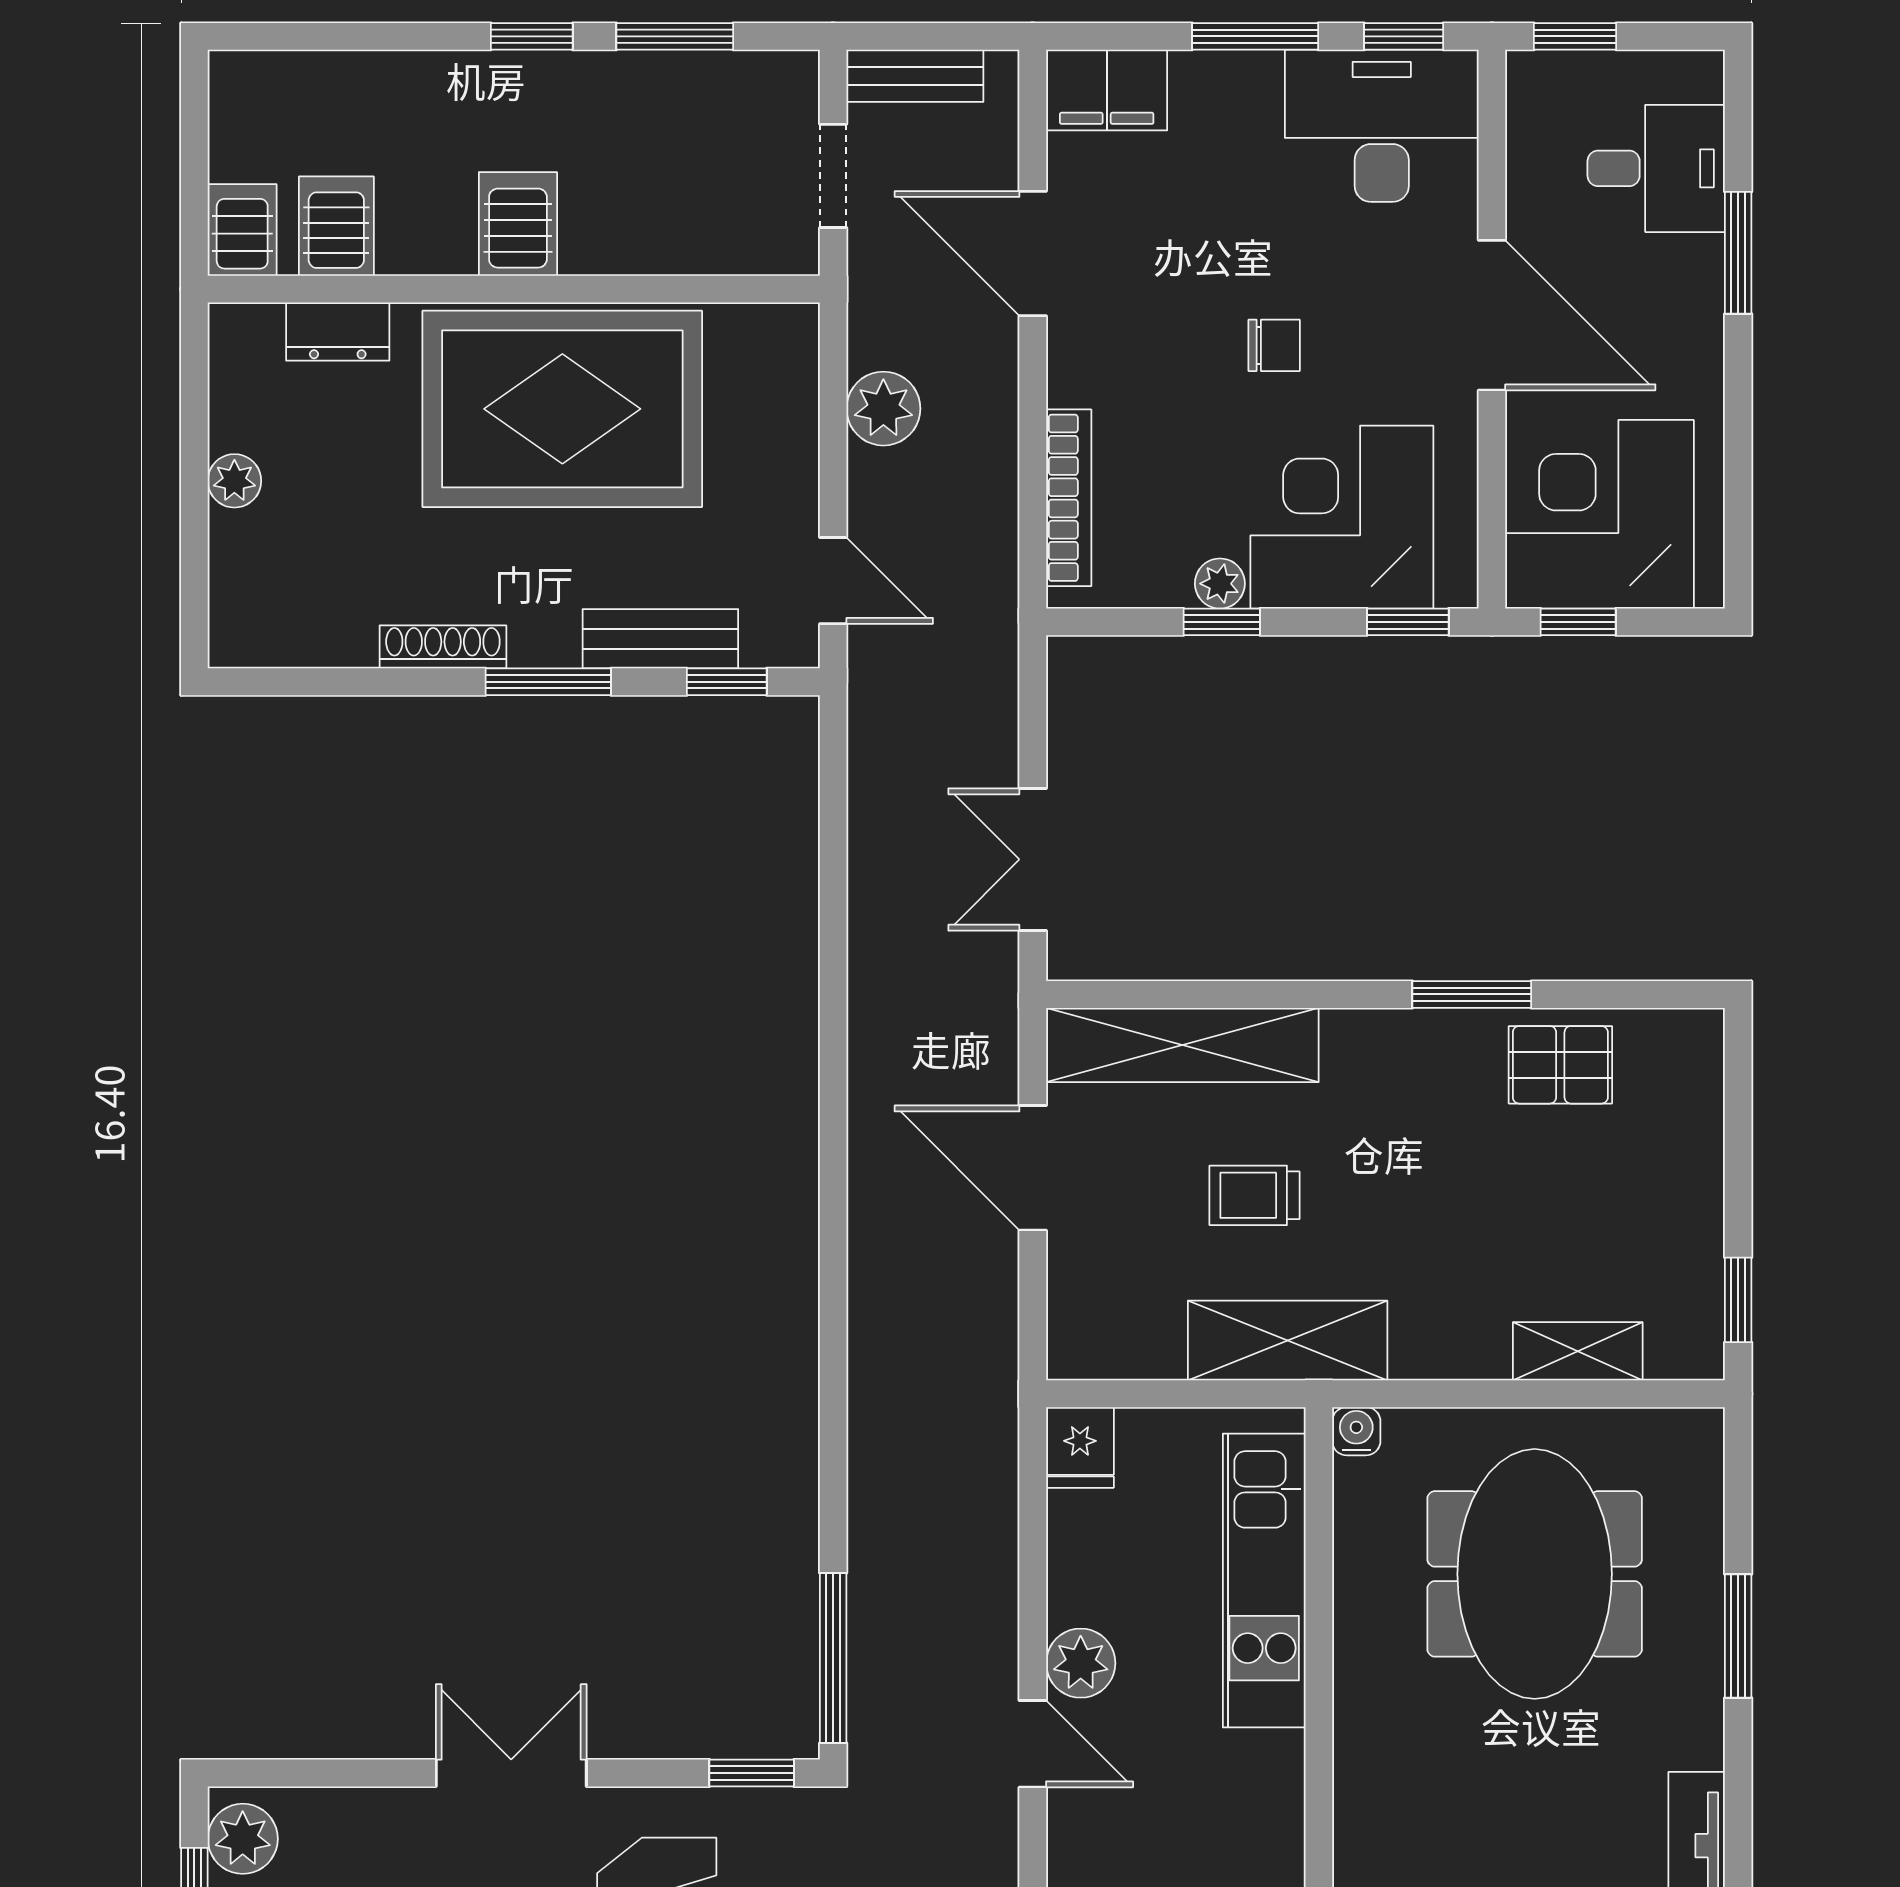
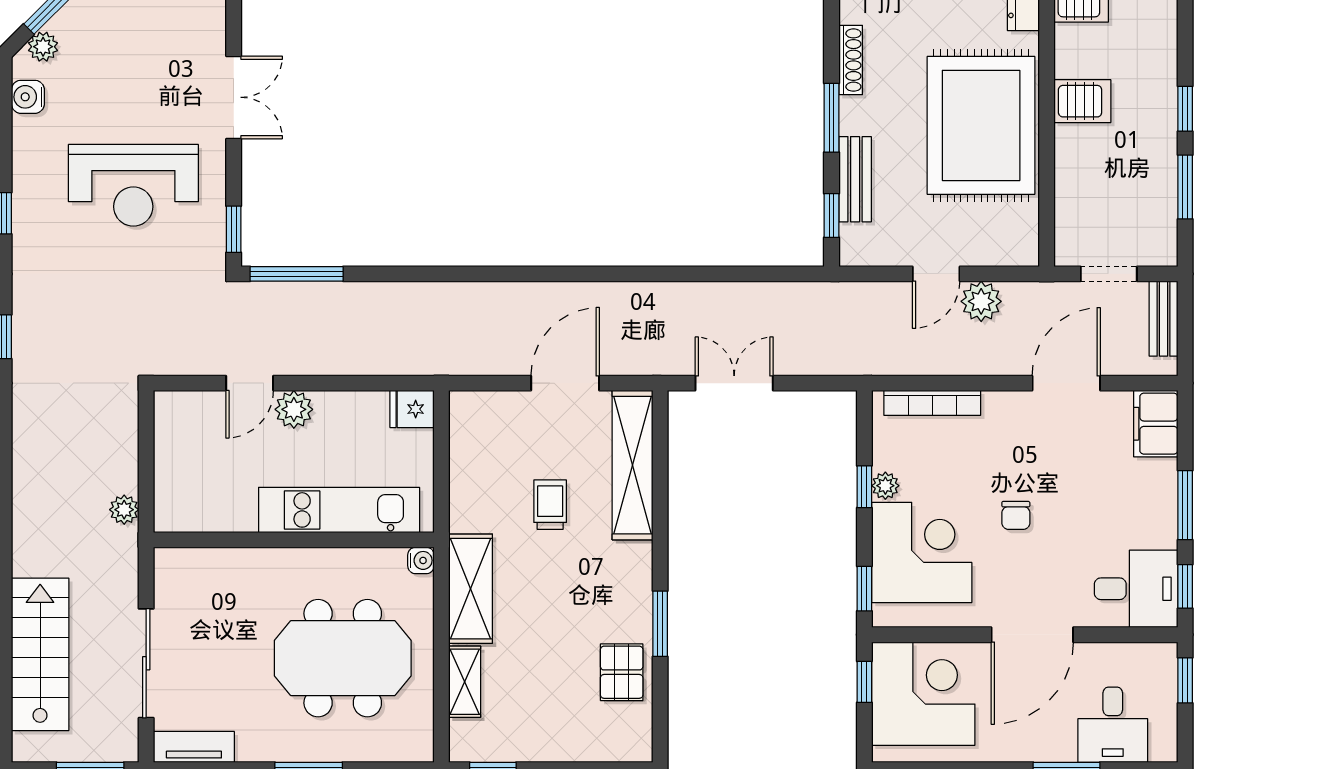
desk: (1382, 126) -> (1136, 589), width x0.73
door: (833, 581) -> (936, 274), moved
shelving: (1288, 1341) -> (471, 589), moved

